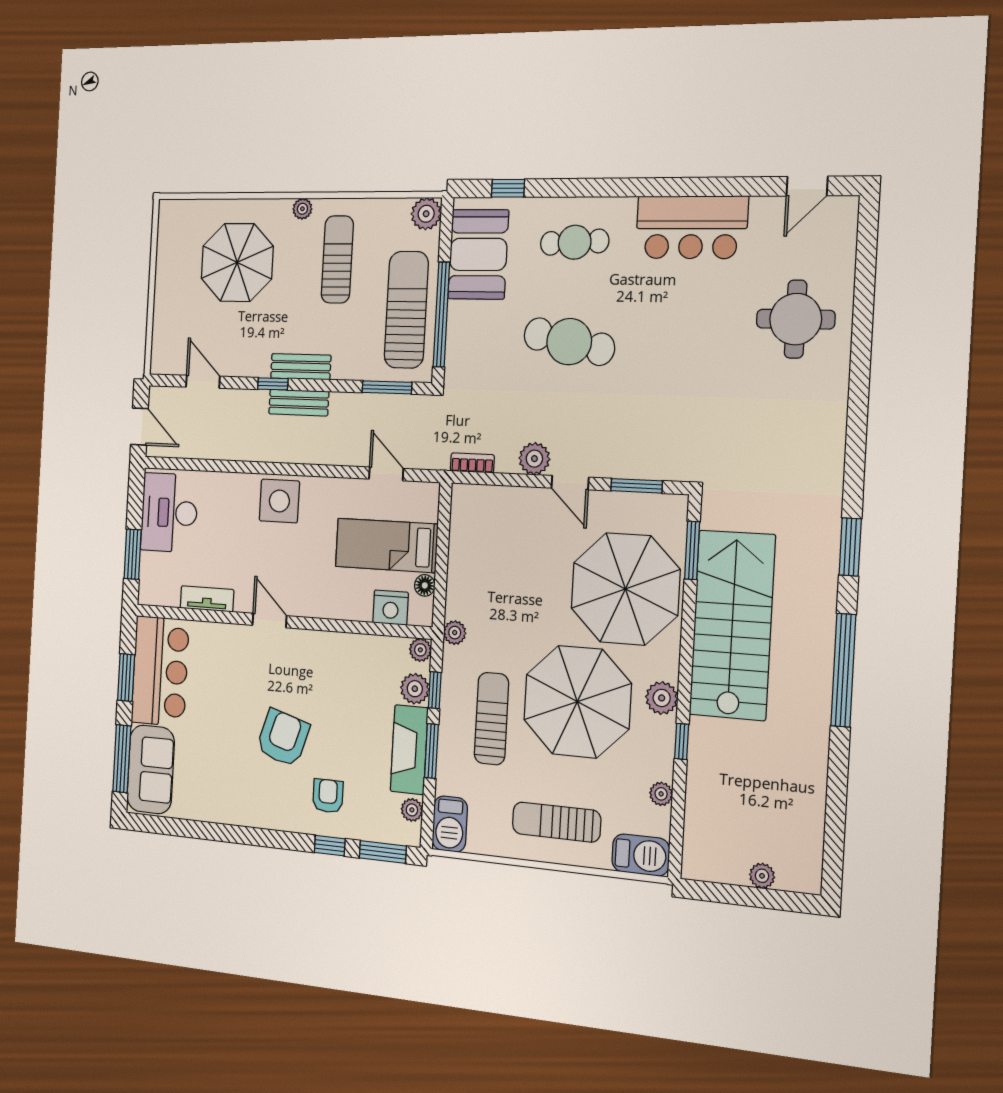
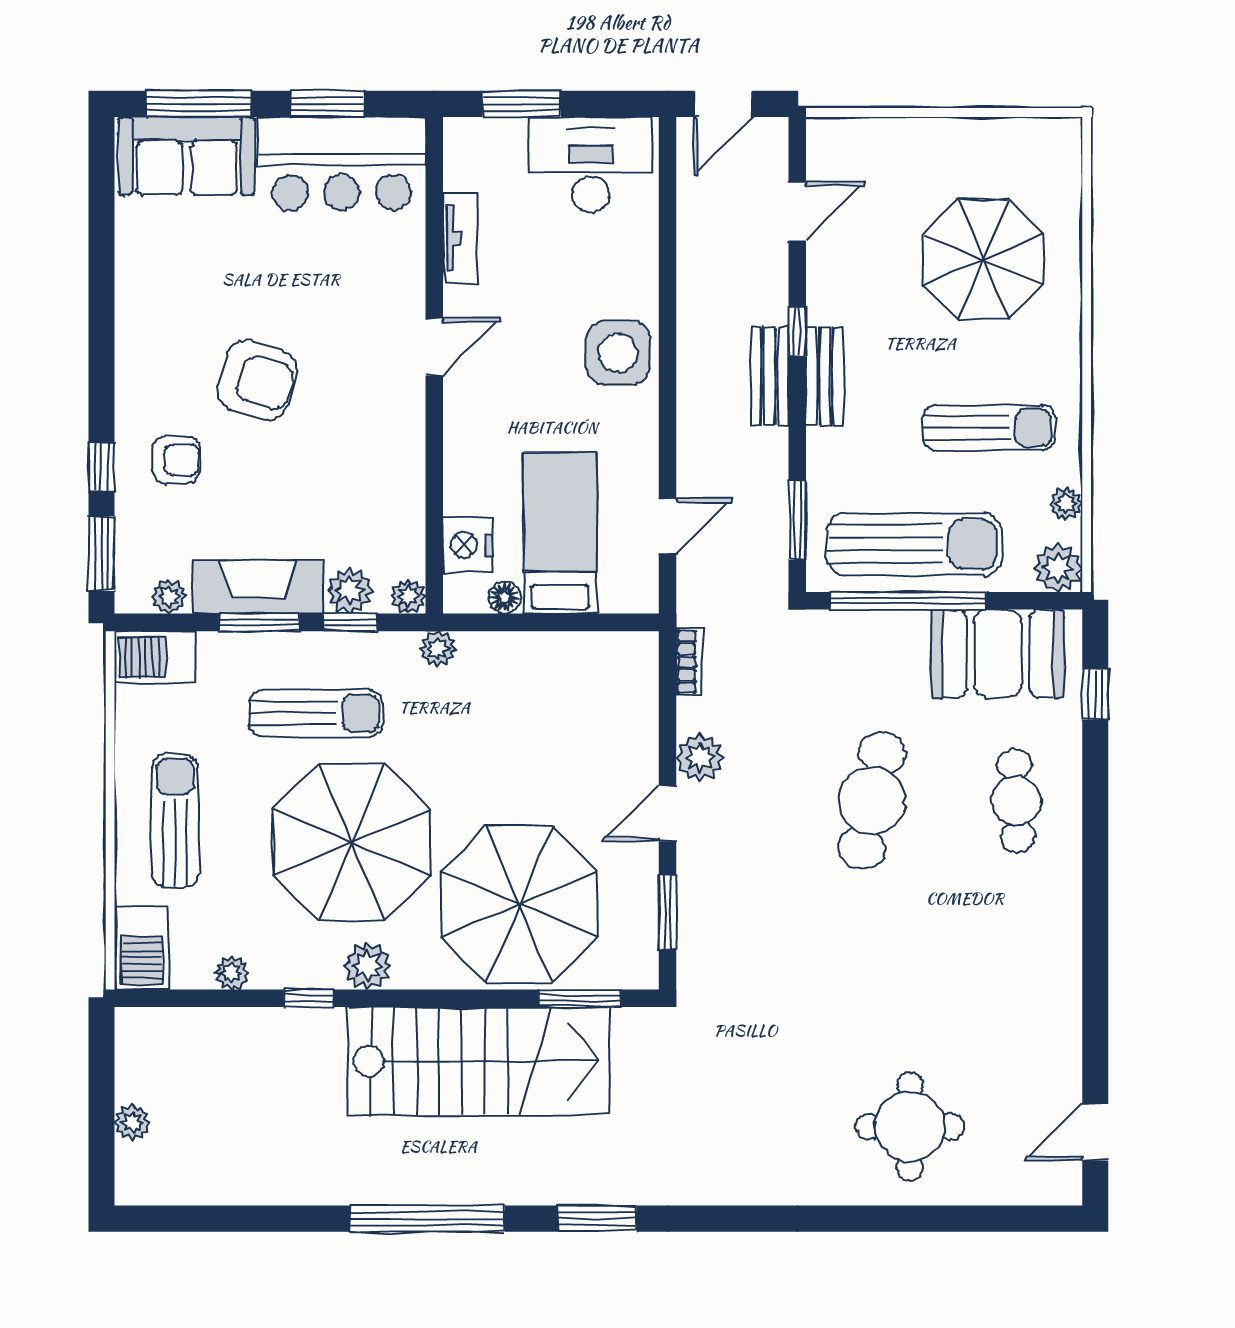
door: (807, 186) -> (1095, 1132), hinge flipped
plant: (302, 209) -> (1066, 504), moved
bar counter: (691, 227) -> (1038, 972), removed

